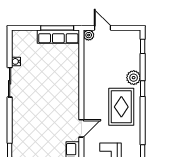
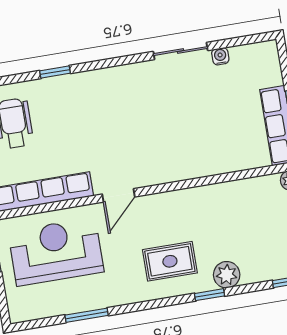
rug: (121, 107) -> (170, 261), width x0.73, depth x0.70
door: (81, 128) -> (118, 195), hinge flipped

